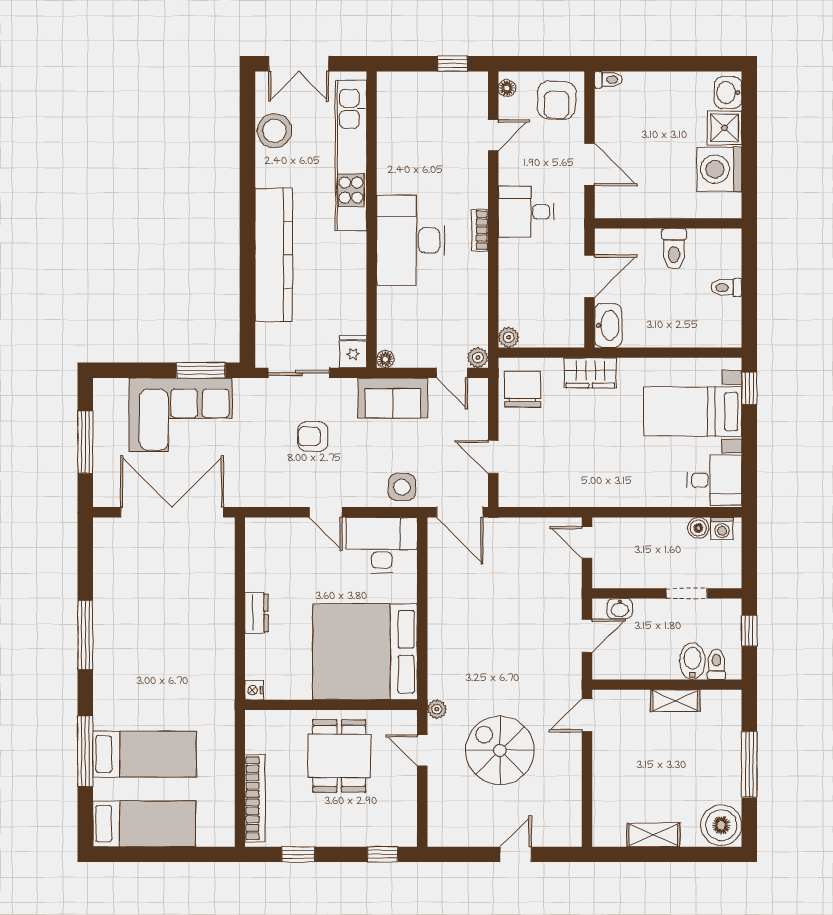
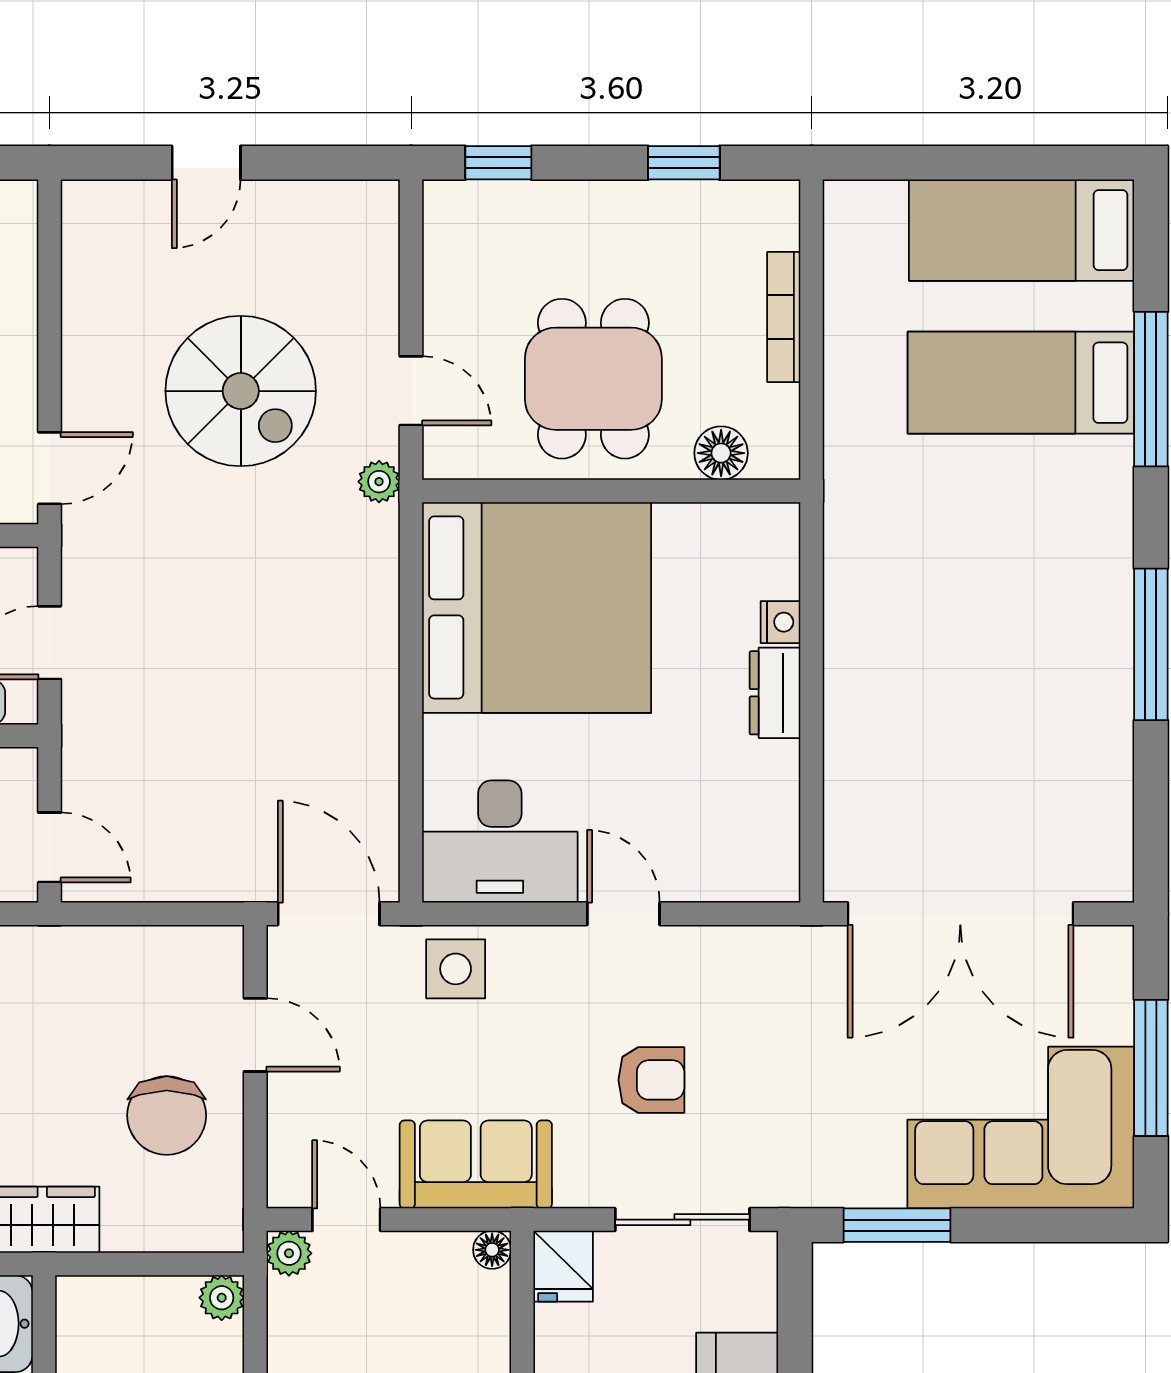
chair: (523, 389) -> (167, 1115), moved
corner sofa: (181, 415) -> (1021, 1128), moved
nightstand: (254, 690) -> (781, 622), moved
floor lamp: (281, 722) -> (721, 453), added
bookcase: (255, 798) -> (784, 317), width x0.68, depth x0.76

